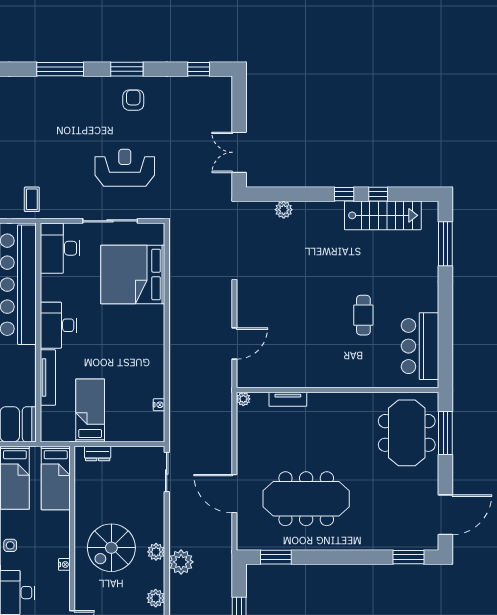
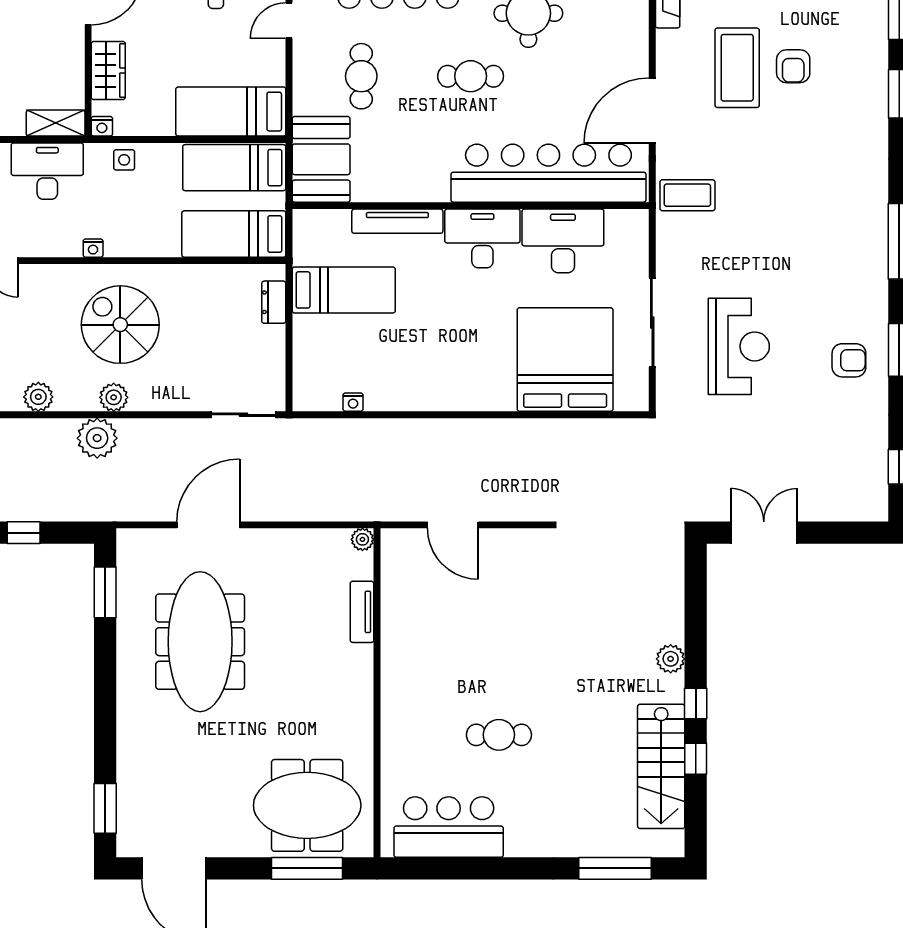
coffee table: (32, 199) -> (687, 195), width x1.36, depth x1.30
plant: (284, 210) -> (671, 659), moved
desk: (60, 248) -> (563, 241), moved

